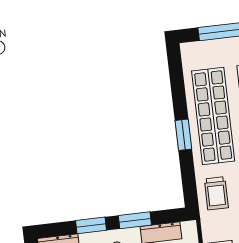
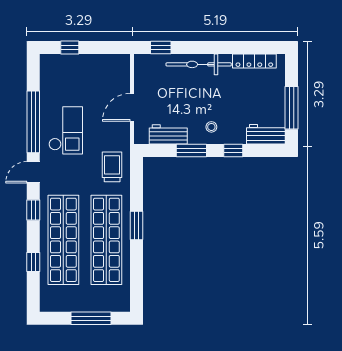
window: (91, 225) -> (233, 151), width x0.67

